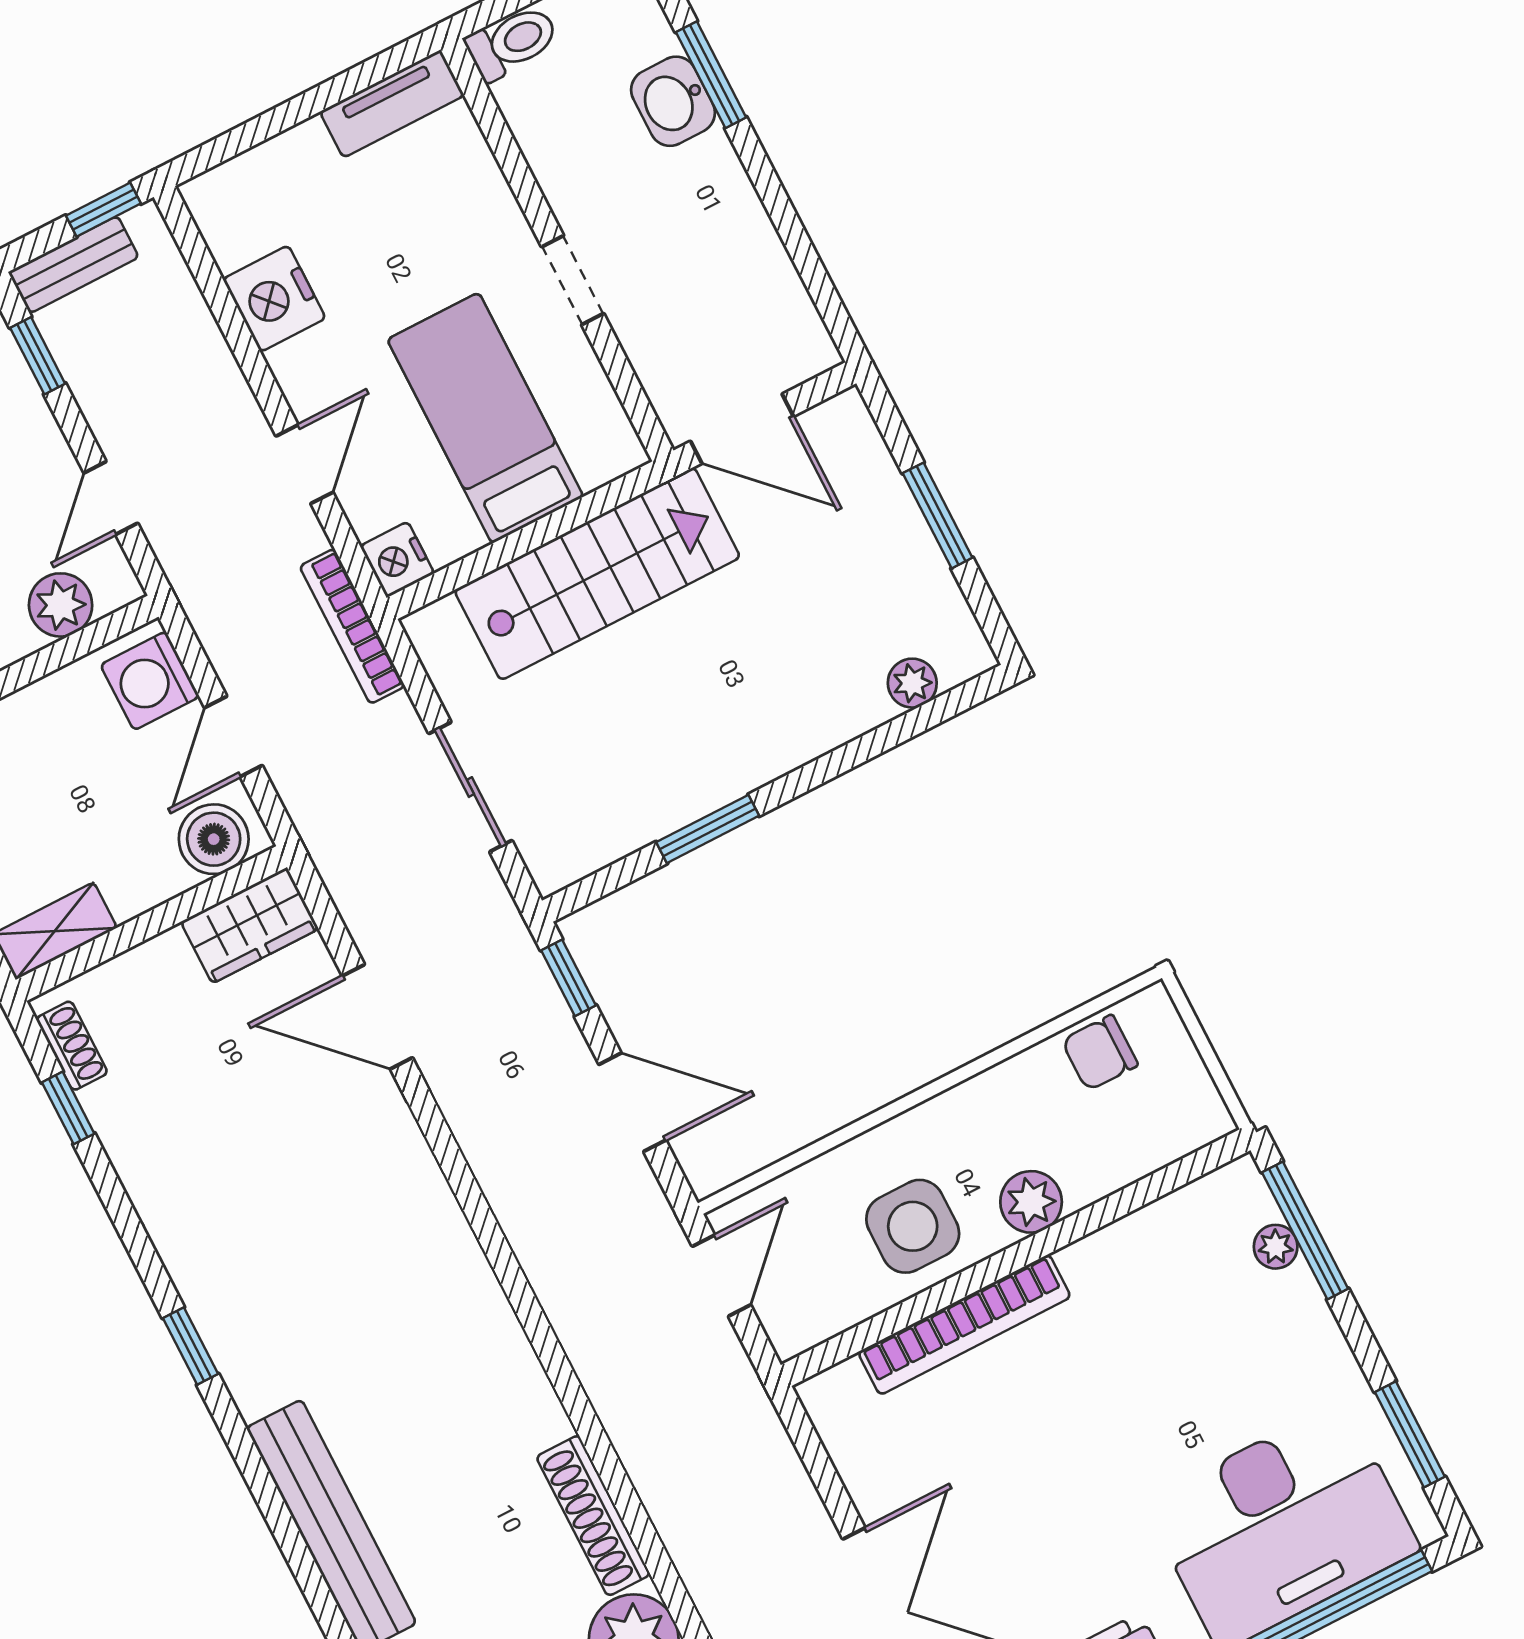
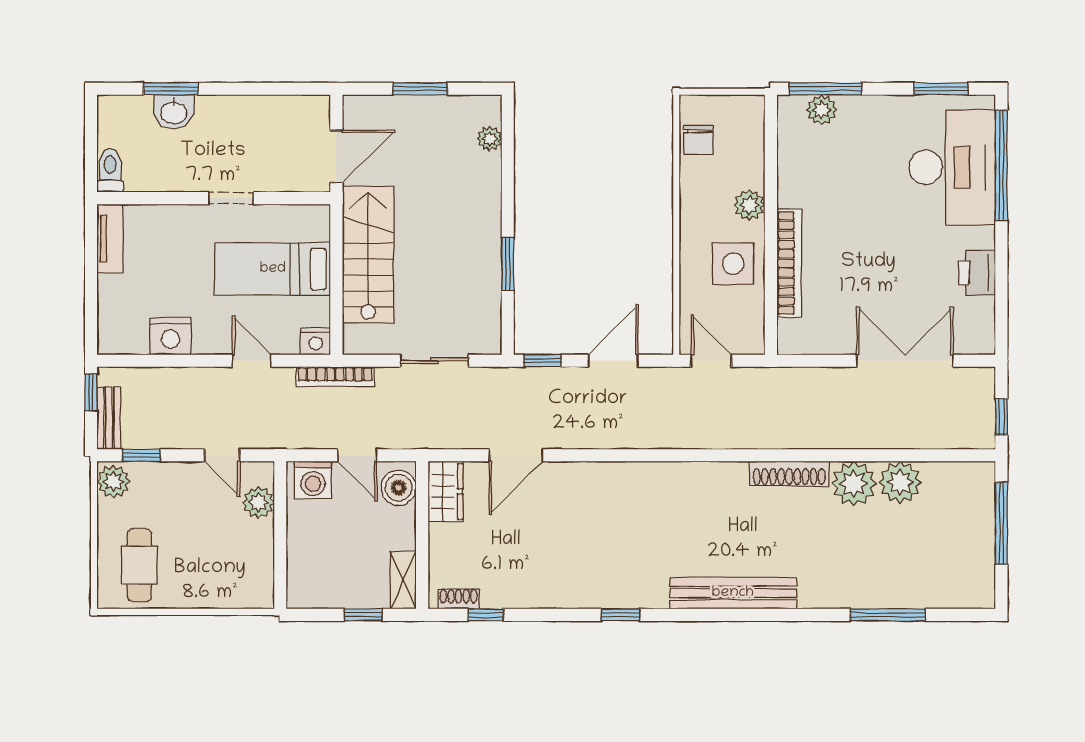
plant: (1276, 1247) -> (822, 110), width x1.38, depth x1.38

